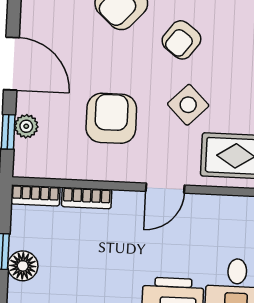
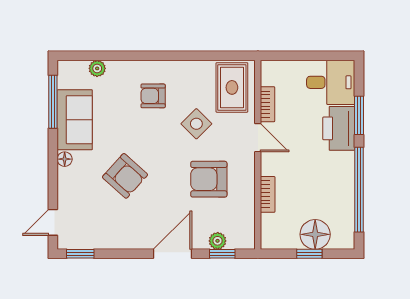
armchair: (181, 40) -> (153, 96), moved, turned 143
bookcase: (35, 195) -> (267, 104), moved
floor lamp: (23, 266) -> (315, 234), width x1.38, depth x1.38

